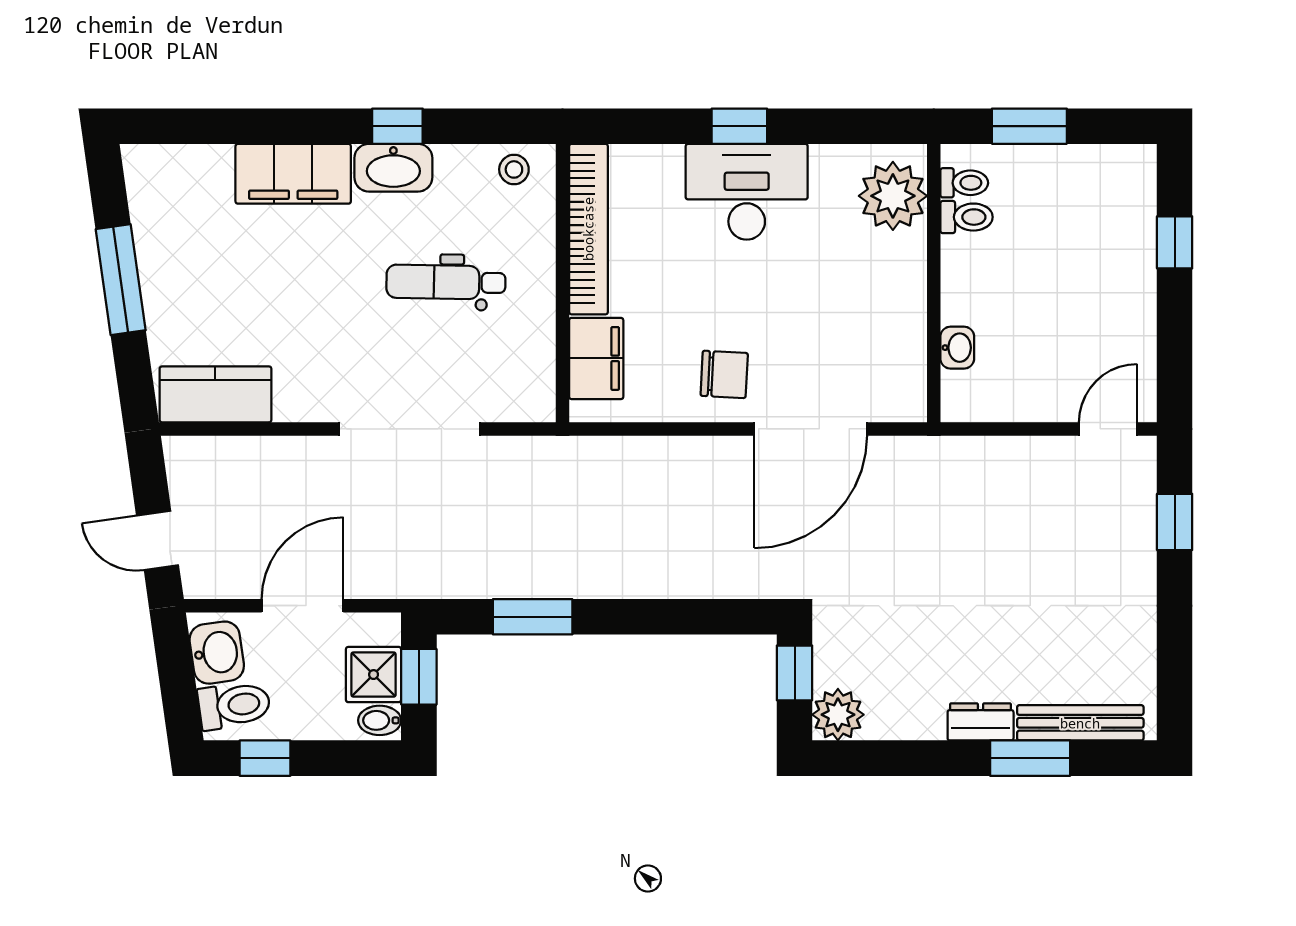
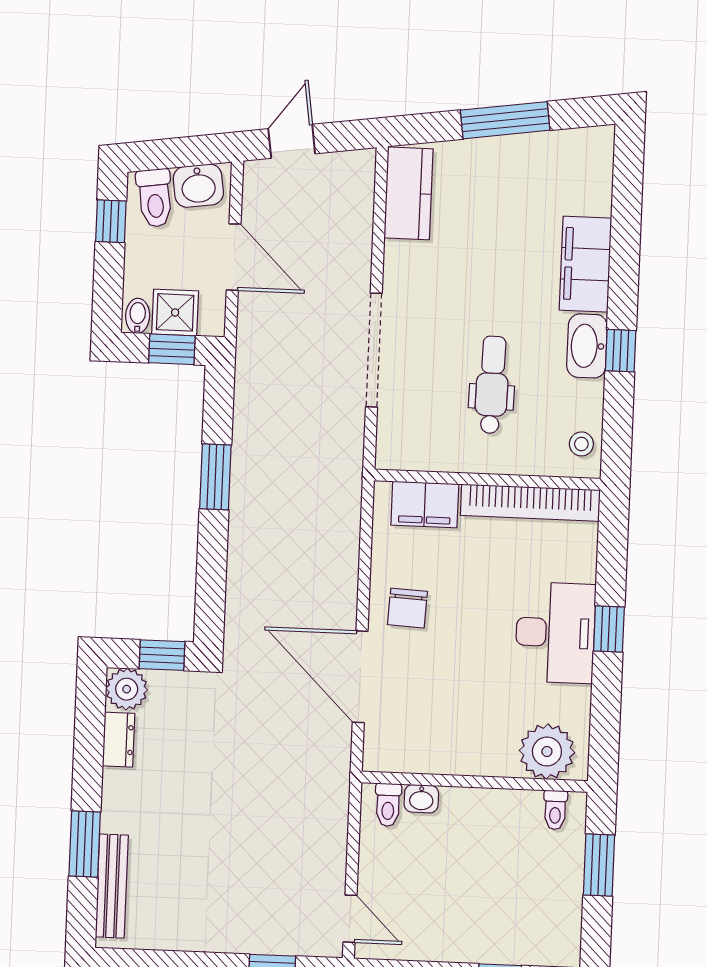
toilet: (967, 217) -> (388, 805), moved
window: (533, 617) -> (215, 477), moved
dresser: (981, 722) -> (119, 740), moved

